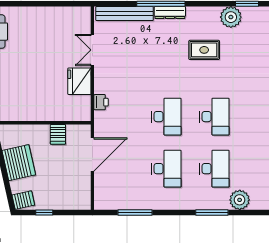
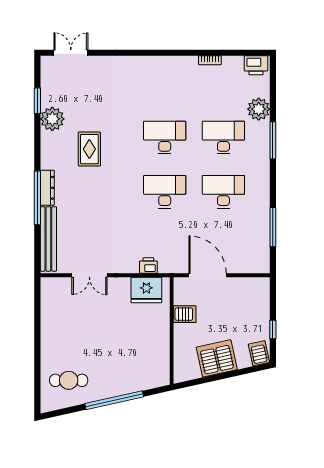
fridge: (79, 81) -> (146, 290), moved

